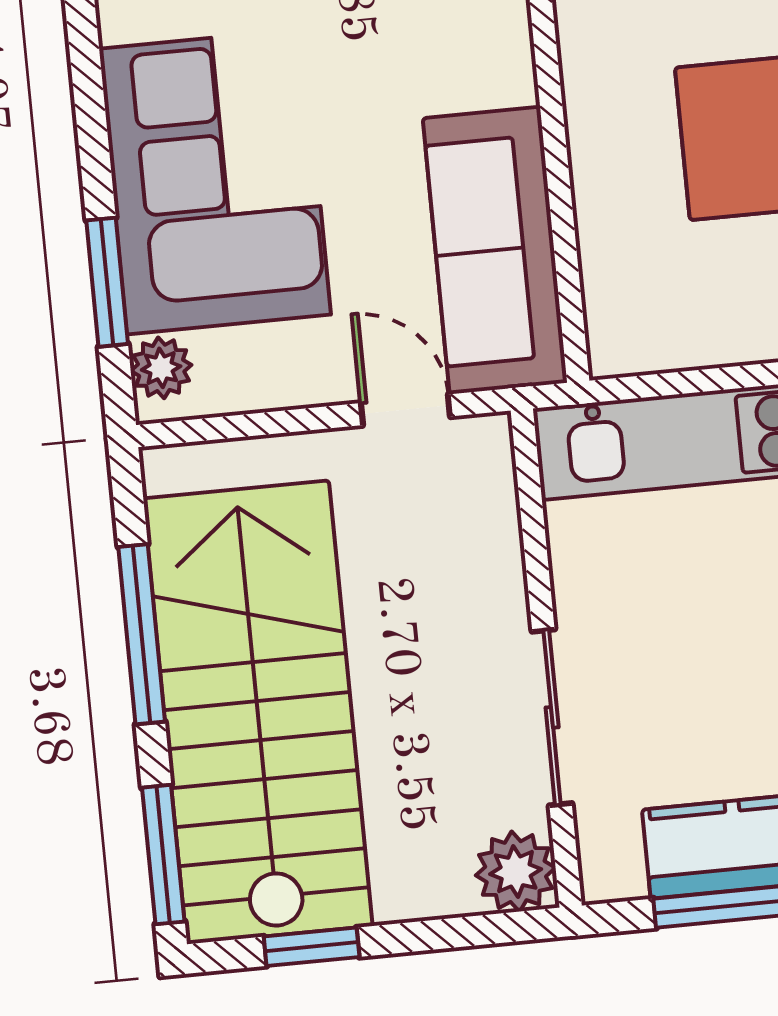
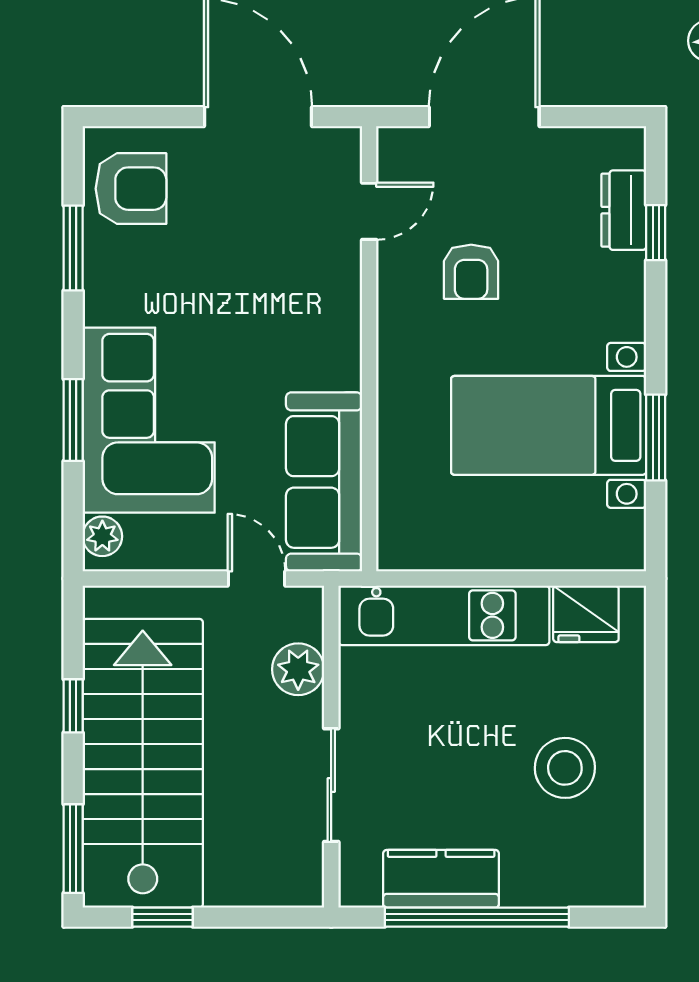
window: (107, 282) -> (73, 420), moved
window: (142, 634) -> (73, 706), width x0.46
plant: (516, 872) -> (298, 669), moved

